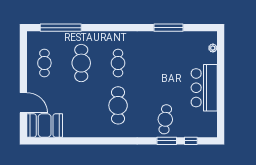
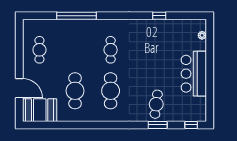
window: (61, 28) -> (77, 16), moved
window: (168, 28) -> (159, 16), width x0.46
cafe table: (81, 63) -> (75, 91), moved
window: (191, 141) -> (191, 125), moved

